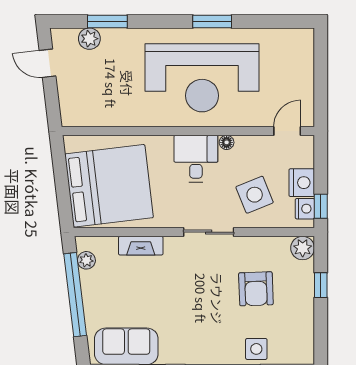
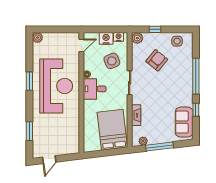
plant: (89, 39) -> (37, 38), moved
door: (287, 131) -> (81, 45), swing flipped
bed: (109, 186) -> (112, 130), width x0.73
window: (321, 206) -> (117, 29), removed
armchair: (256, 289) -> (157, 60), turned -49
window: (75, 295) -> (160, 146), width x0.68
side table: (256, 349) -> (177, 41), moved

